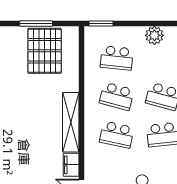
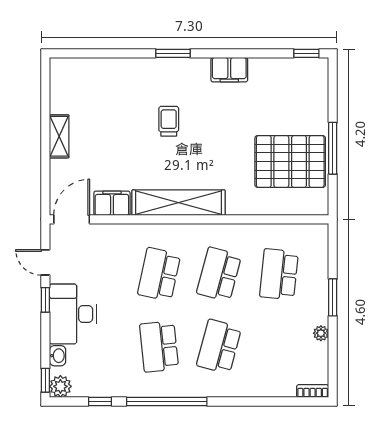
window: (101, 24) -> (333, 297), moved
plant: (154, 35) -> (321, 333), width x0.53, depth x0.53
trolley: (19, 128) -> (169, 121), added

